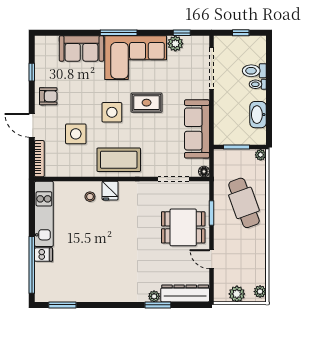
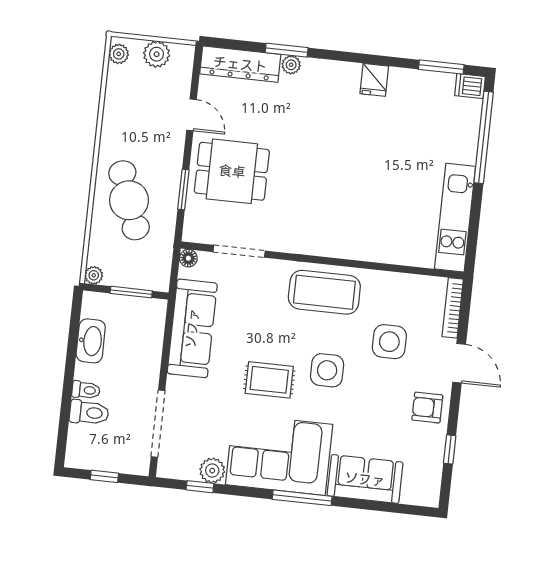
fridge: (110, 191) -> (374, 80), moved, turned 180
stool: (90, 197) -> (377, 238), removed
dishwasher: (44, 255) -> (470, 86), moved

